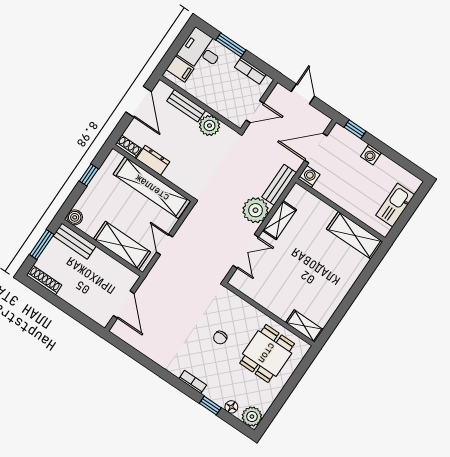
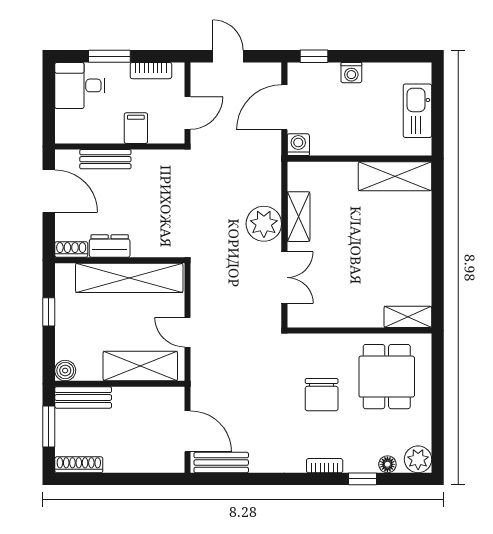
filing cabinet: (180, 69) -> (136, 128), moved, turned -90
plant: (209, 126) -> (147, 164), removed
bench: (279, 185) -> (221, 463), moved, turned 90
chair: (220, 338) -> (322, 395), width x1.87, depth x1.87

